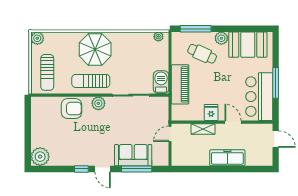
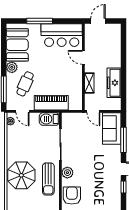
door: (170, 51) -> (22, 111), added
window: (276, 83) -> (40, 21), moved
fridge: (211, 113) -> (75, 76), removed
door: (233, 122) -> (83, 57), hinge flipped
sofa: (133, 155) -> (112, 128), moved
freezer: (227, 158) -> (114, 83), moved

